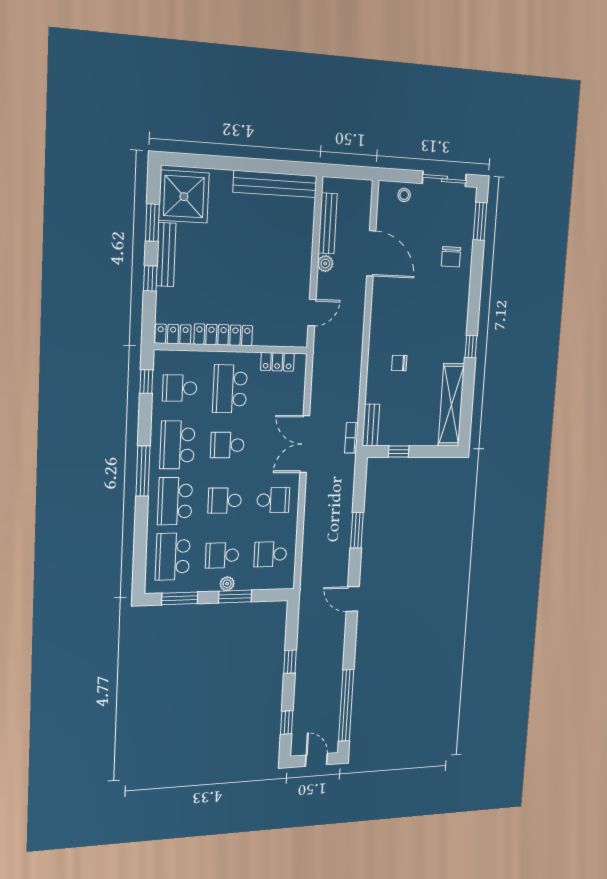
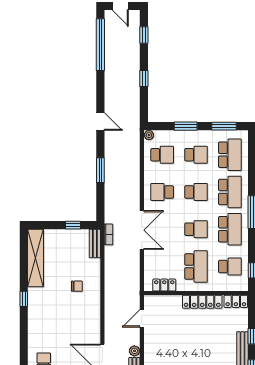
plant: (227, 584) -> (149, 135), moved

